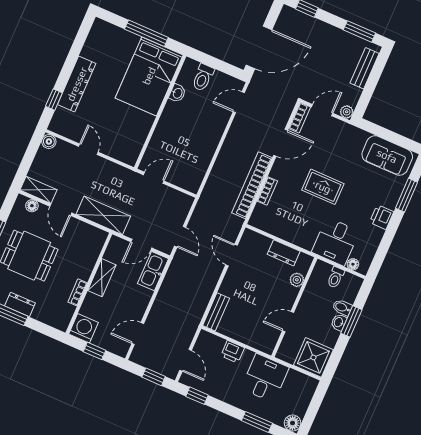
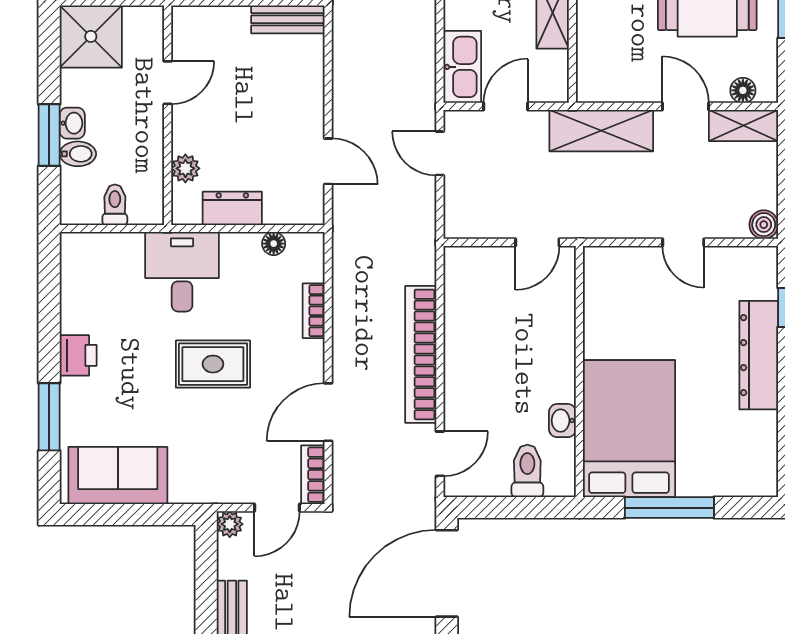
bookcase: (252, 185) -> (421, 354), moved, turned 180
desk: (336, 242) -> (182, 272), moved
floor lamp: (353, 264) -> (274, 244), moved
bench: (216, 312) -> (288, 19), moved, turned 90

